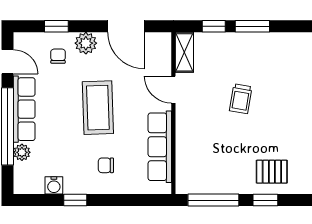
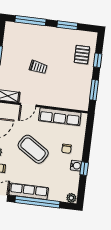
coffee table: (98, 108) -> (33, 149), turned 35
plant: (22, 152) -> (71, 198), moved
water cooler: (54, 185) -> (76, 166), moved
window: (213, 200) -> (94, 90), width x0.69

